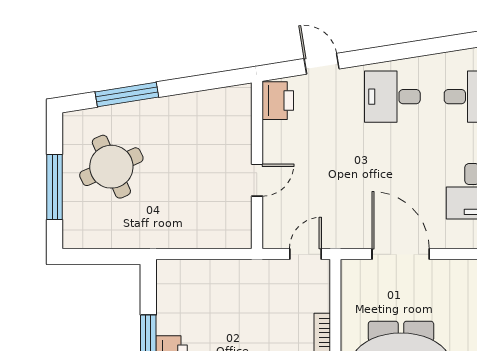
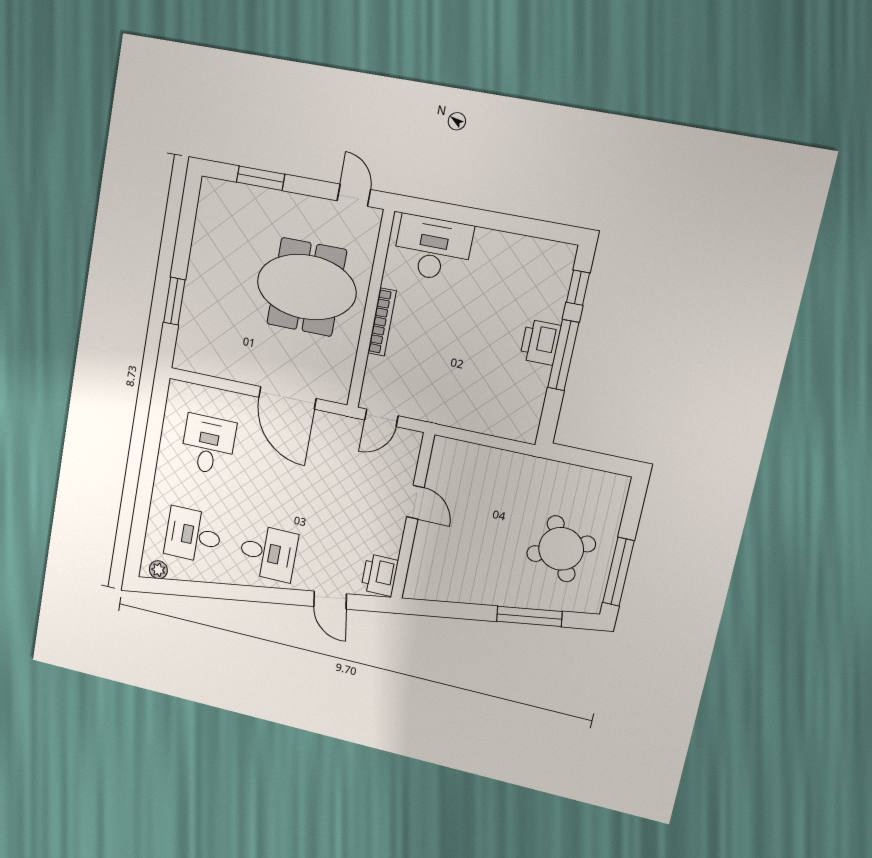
door: (257, 180) -> (415, 502), swing flipped
window: (55, 187) -> (618, 572), moved

